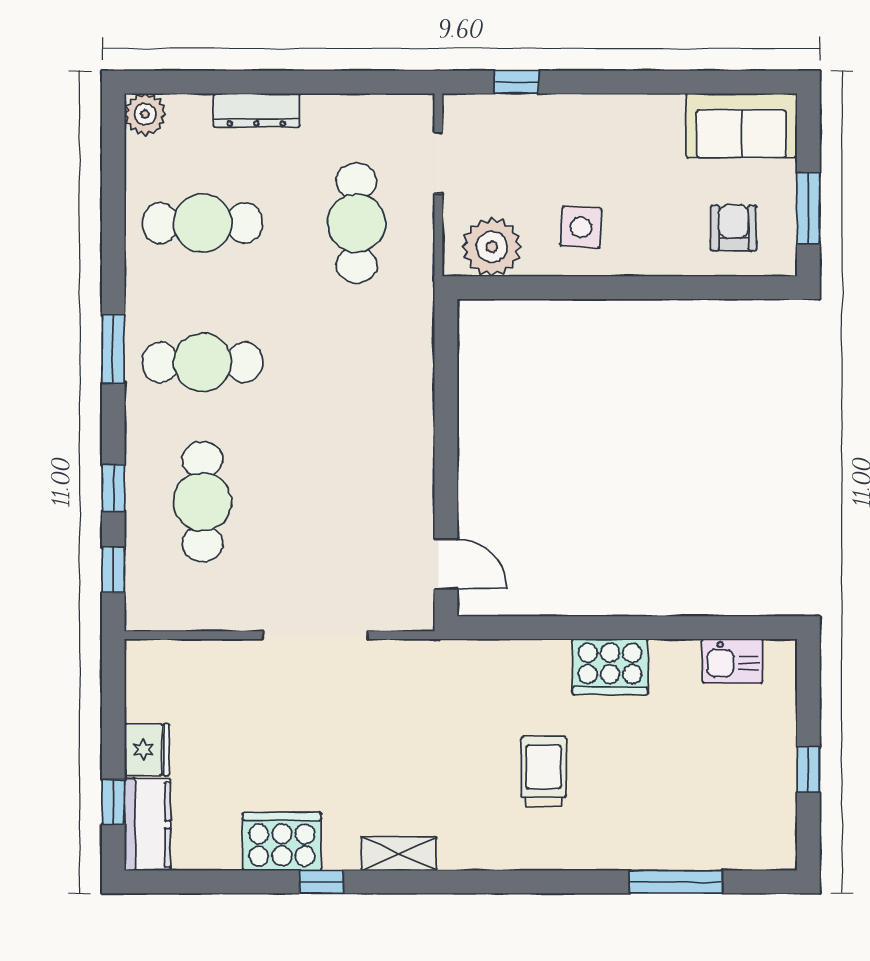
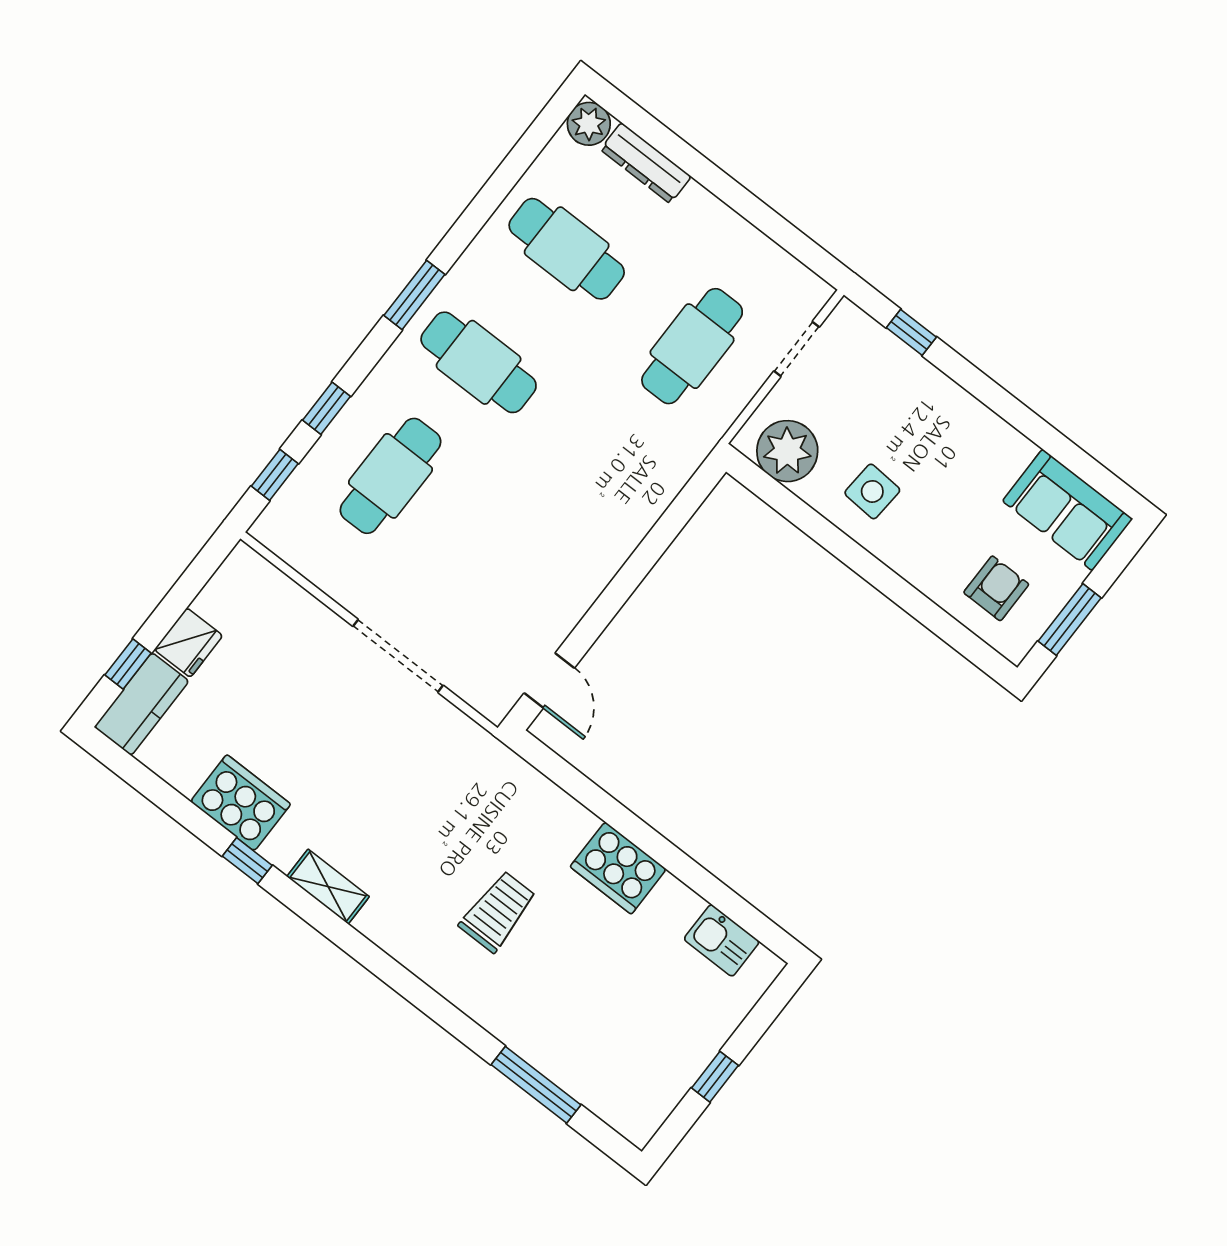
dresser: (256, 110) -> (646, 163), moved

